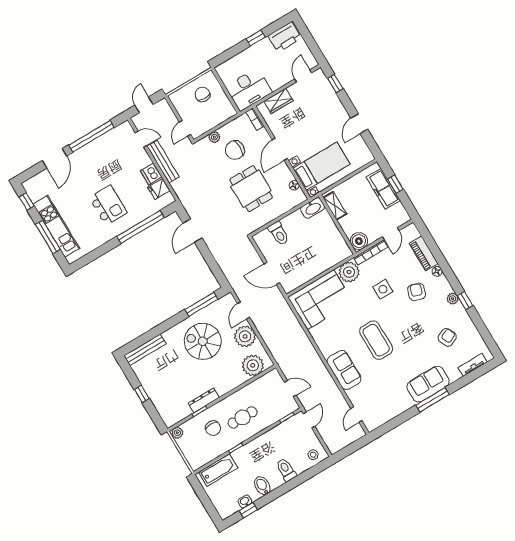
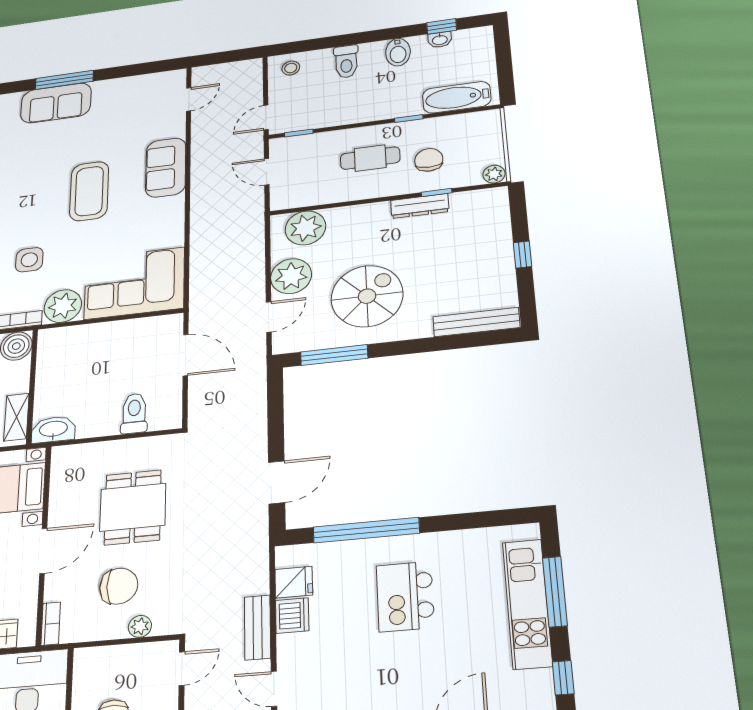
bench: (163, 162) -> (257, 627), width x0.73
floor lamp: (294, 185) -> (59, 480), removed
spiral stairs: (203, 341) -> (367, 296), turned -90

